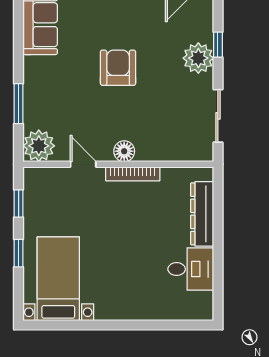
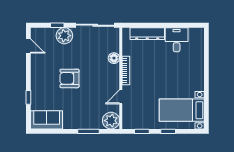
sliding door: (218, 116) -> (95, 25), width x1.37
floor lamp: (124, 151) -> (114, 58), moved

